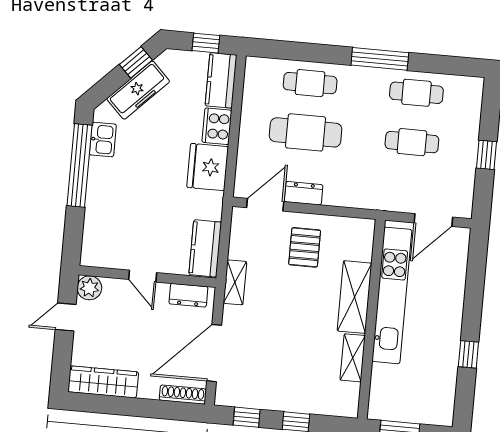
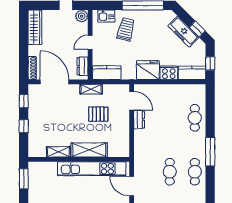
cafe table: (306, 132) -> (170, 118), removed
kitchen sink: (103, 140) -> (106, 16), moved
trolley: (123, 203) -> (126, 29), added
pallet: (305, 247) -> (98, 114), moved

